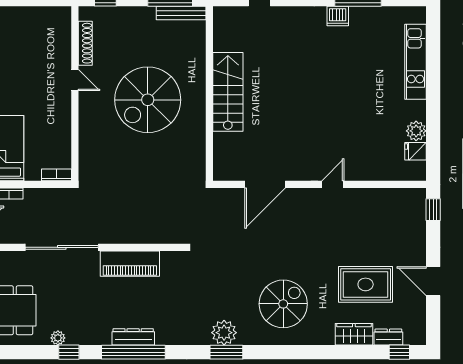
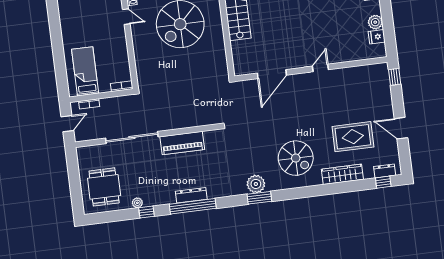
spiral stairs: (283, 304) -> (296, 158), turned 90
wardrobe: (354, 334) -> (342, 174), width x1.50
dresser: (388, 337) -> (385, 171), moved

